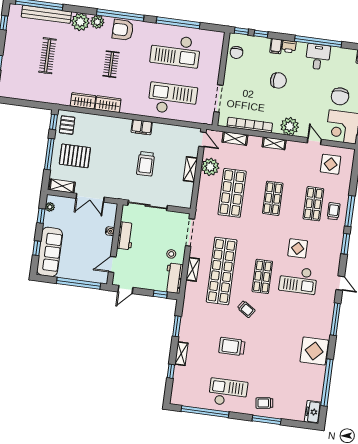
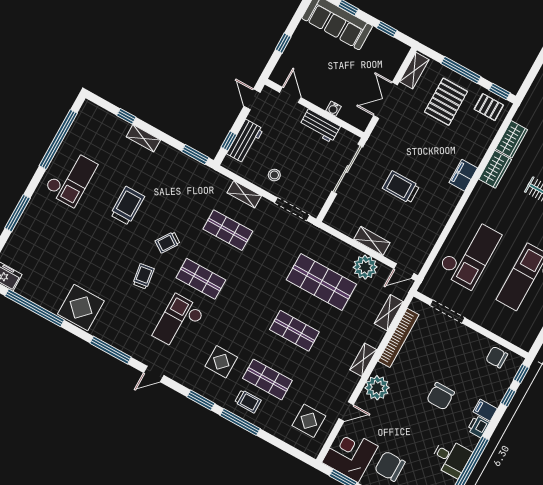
filing cabinet: (142, 127) -> (463, 175), moved
plant: (50, 207) -> (394, 45), removed
display table: (298, 248) -> (221, 362), moved
shop shelf: (222, 271) -> (228, 230), width x0.50, depth x0.74
workbench: (174, 278) -> (245, 141), moved, turned 90
window: (79, 283) -> (283, 43), width x0.32
window: (177, 326) -> (195, 154), moved
trolley: (264, 403) -> (143, 276), moved

